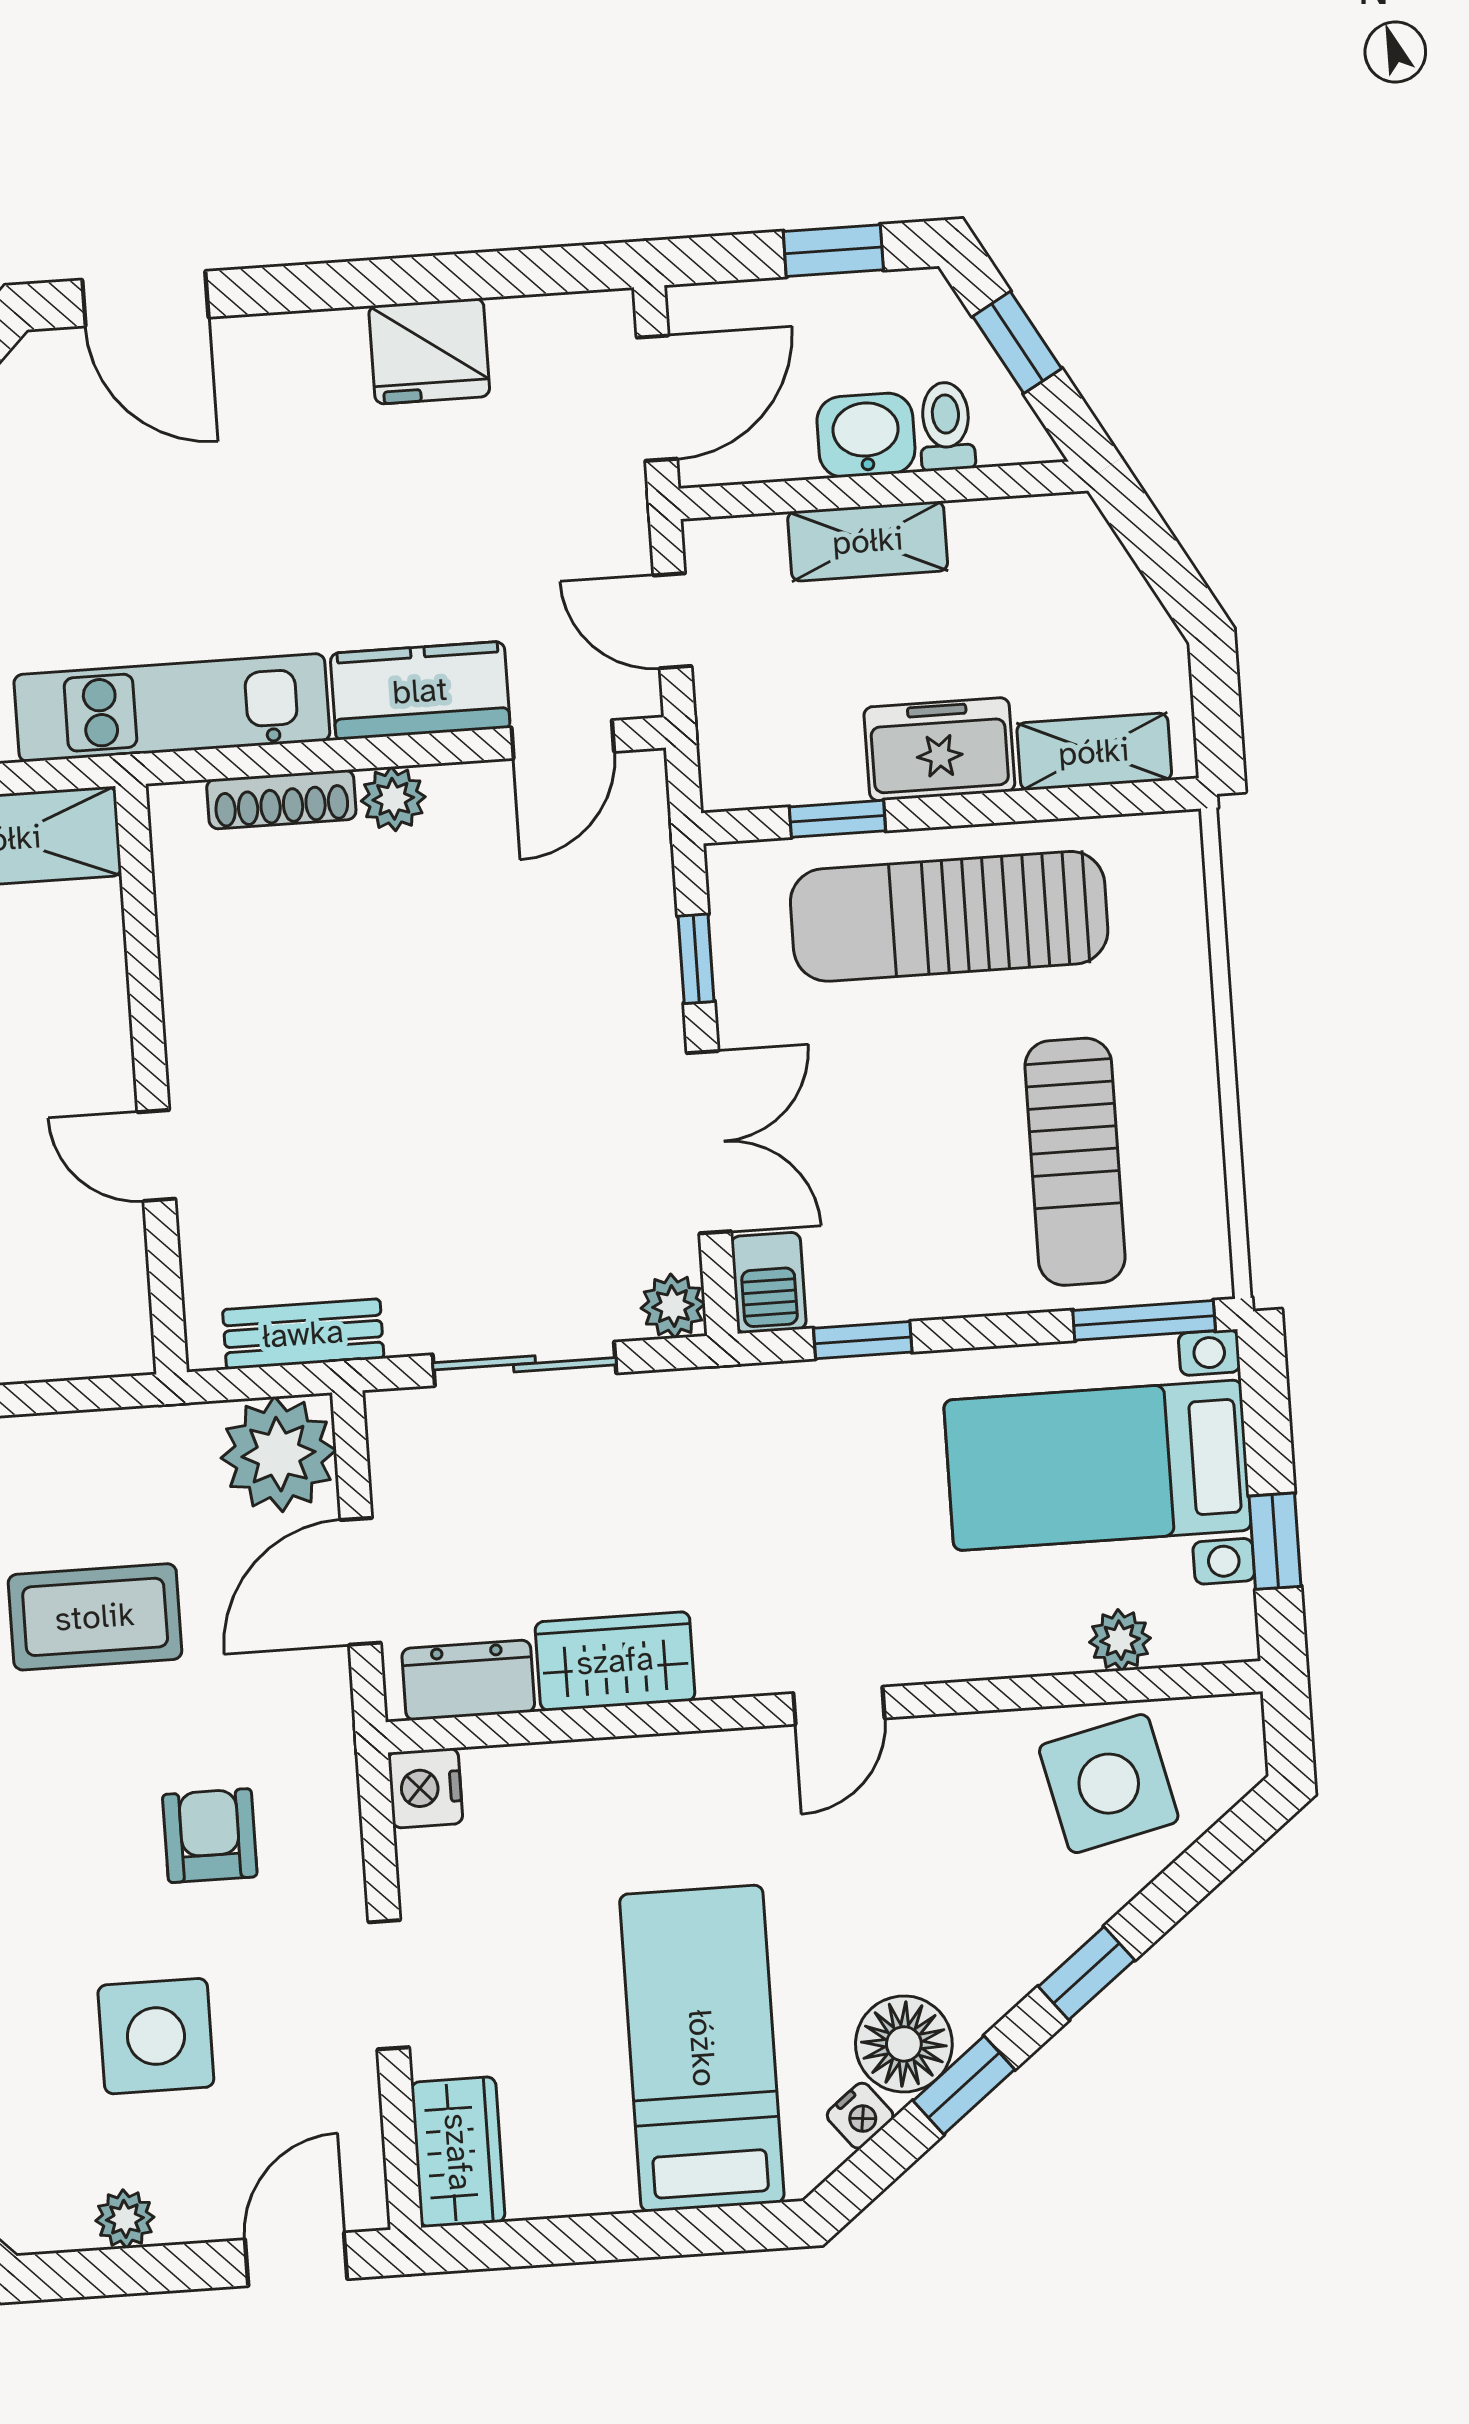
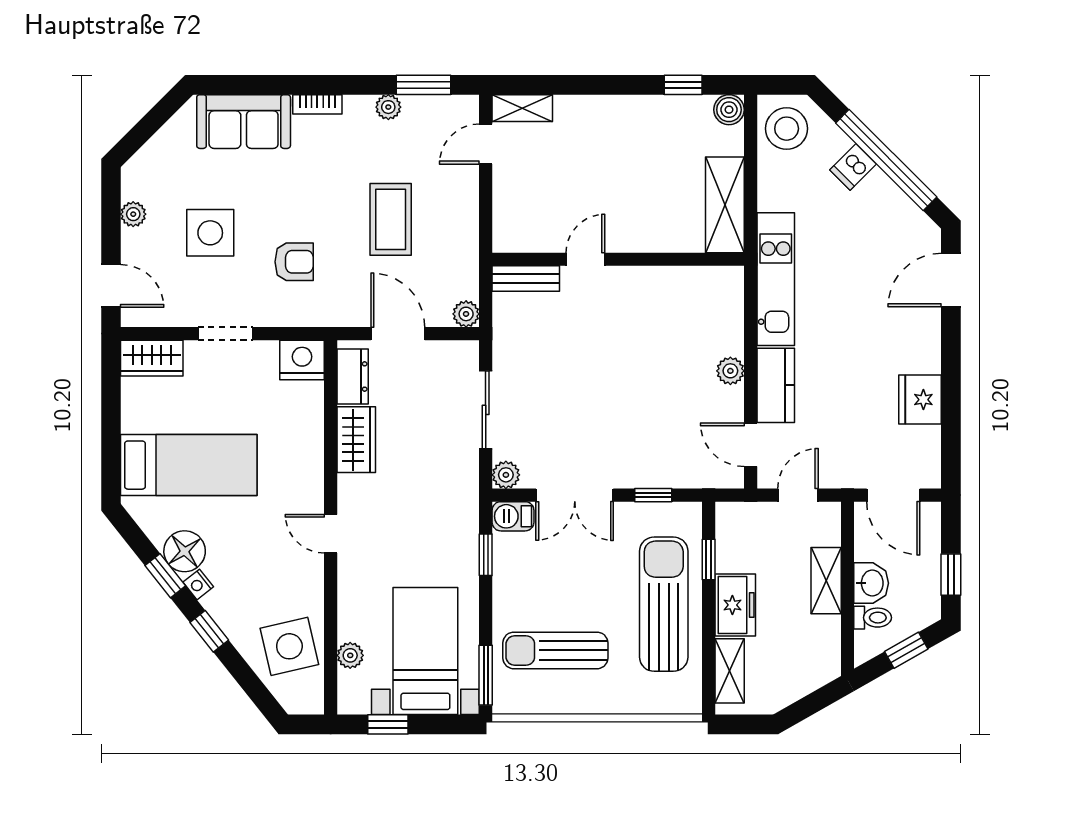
shoe rack: (281, 799) -> (733, 323), removed
bench: (303, 1334) -> (526, 279), moved, turned 90
plant: (278, 1454) -> (466, 314), width x0.53, depth x0.53
nightstand: (425, 1788) -> (302, 360), width x1.36, depth x1.33
nightstand: (860, 2116) -> (198, 584), moved

